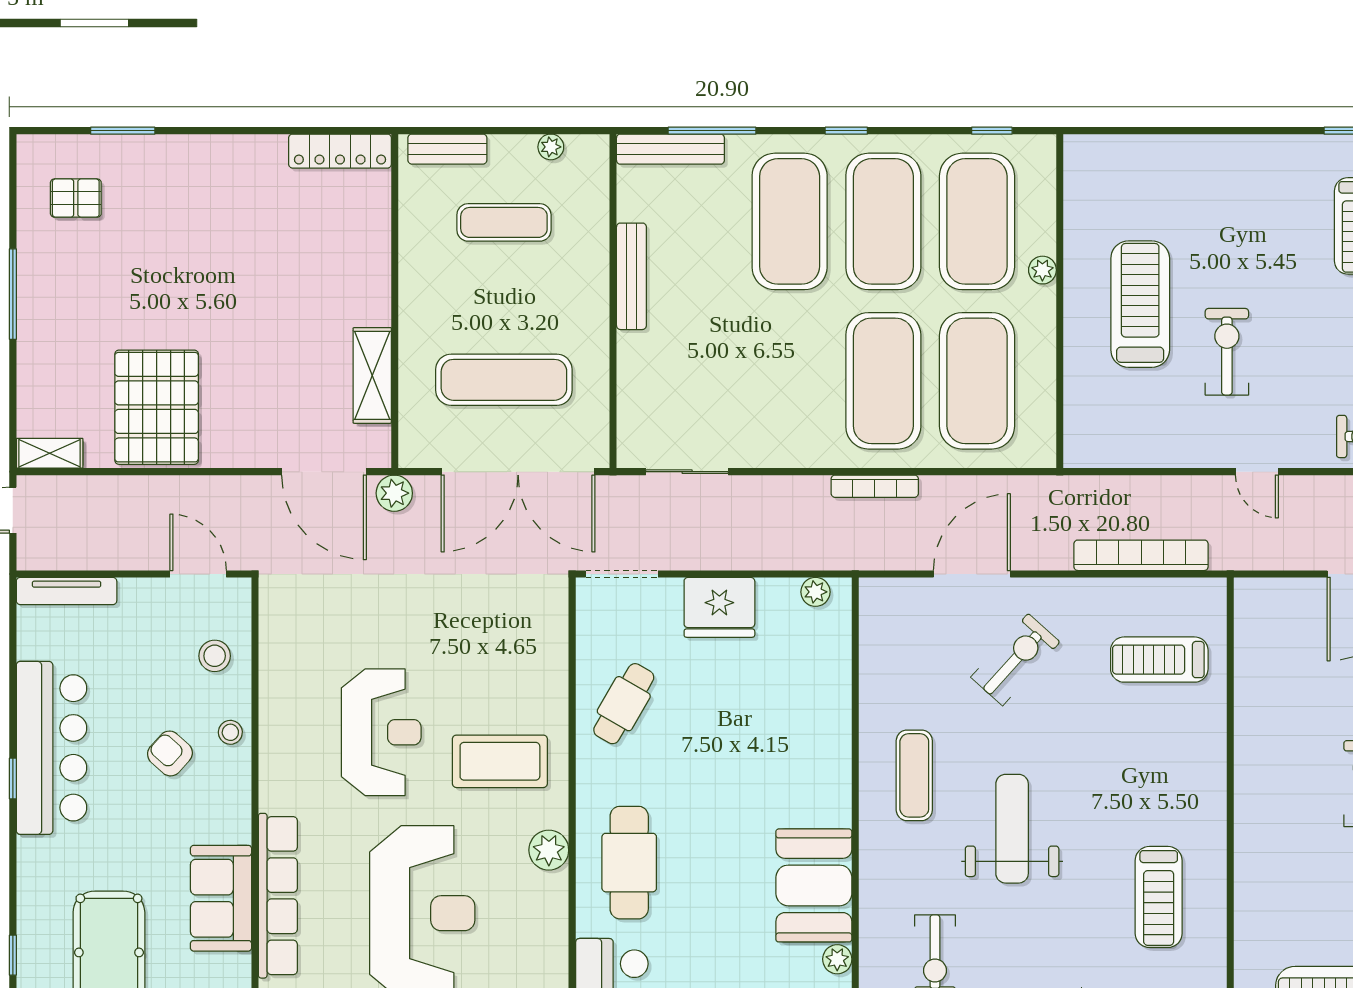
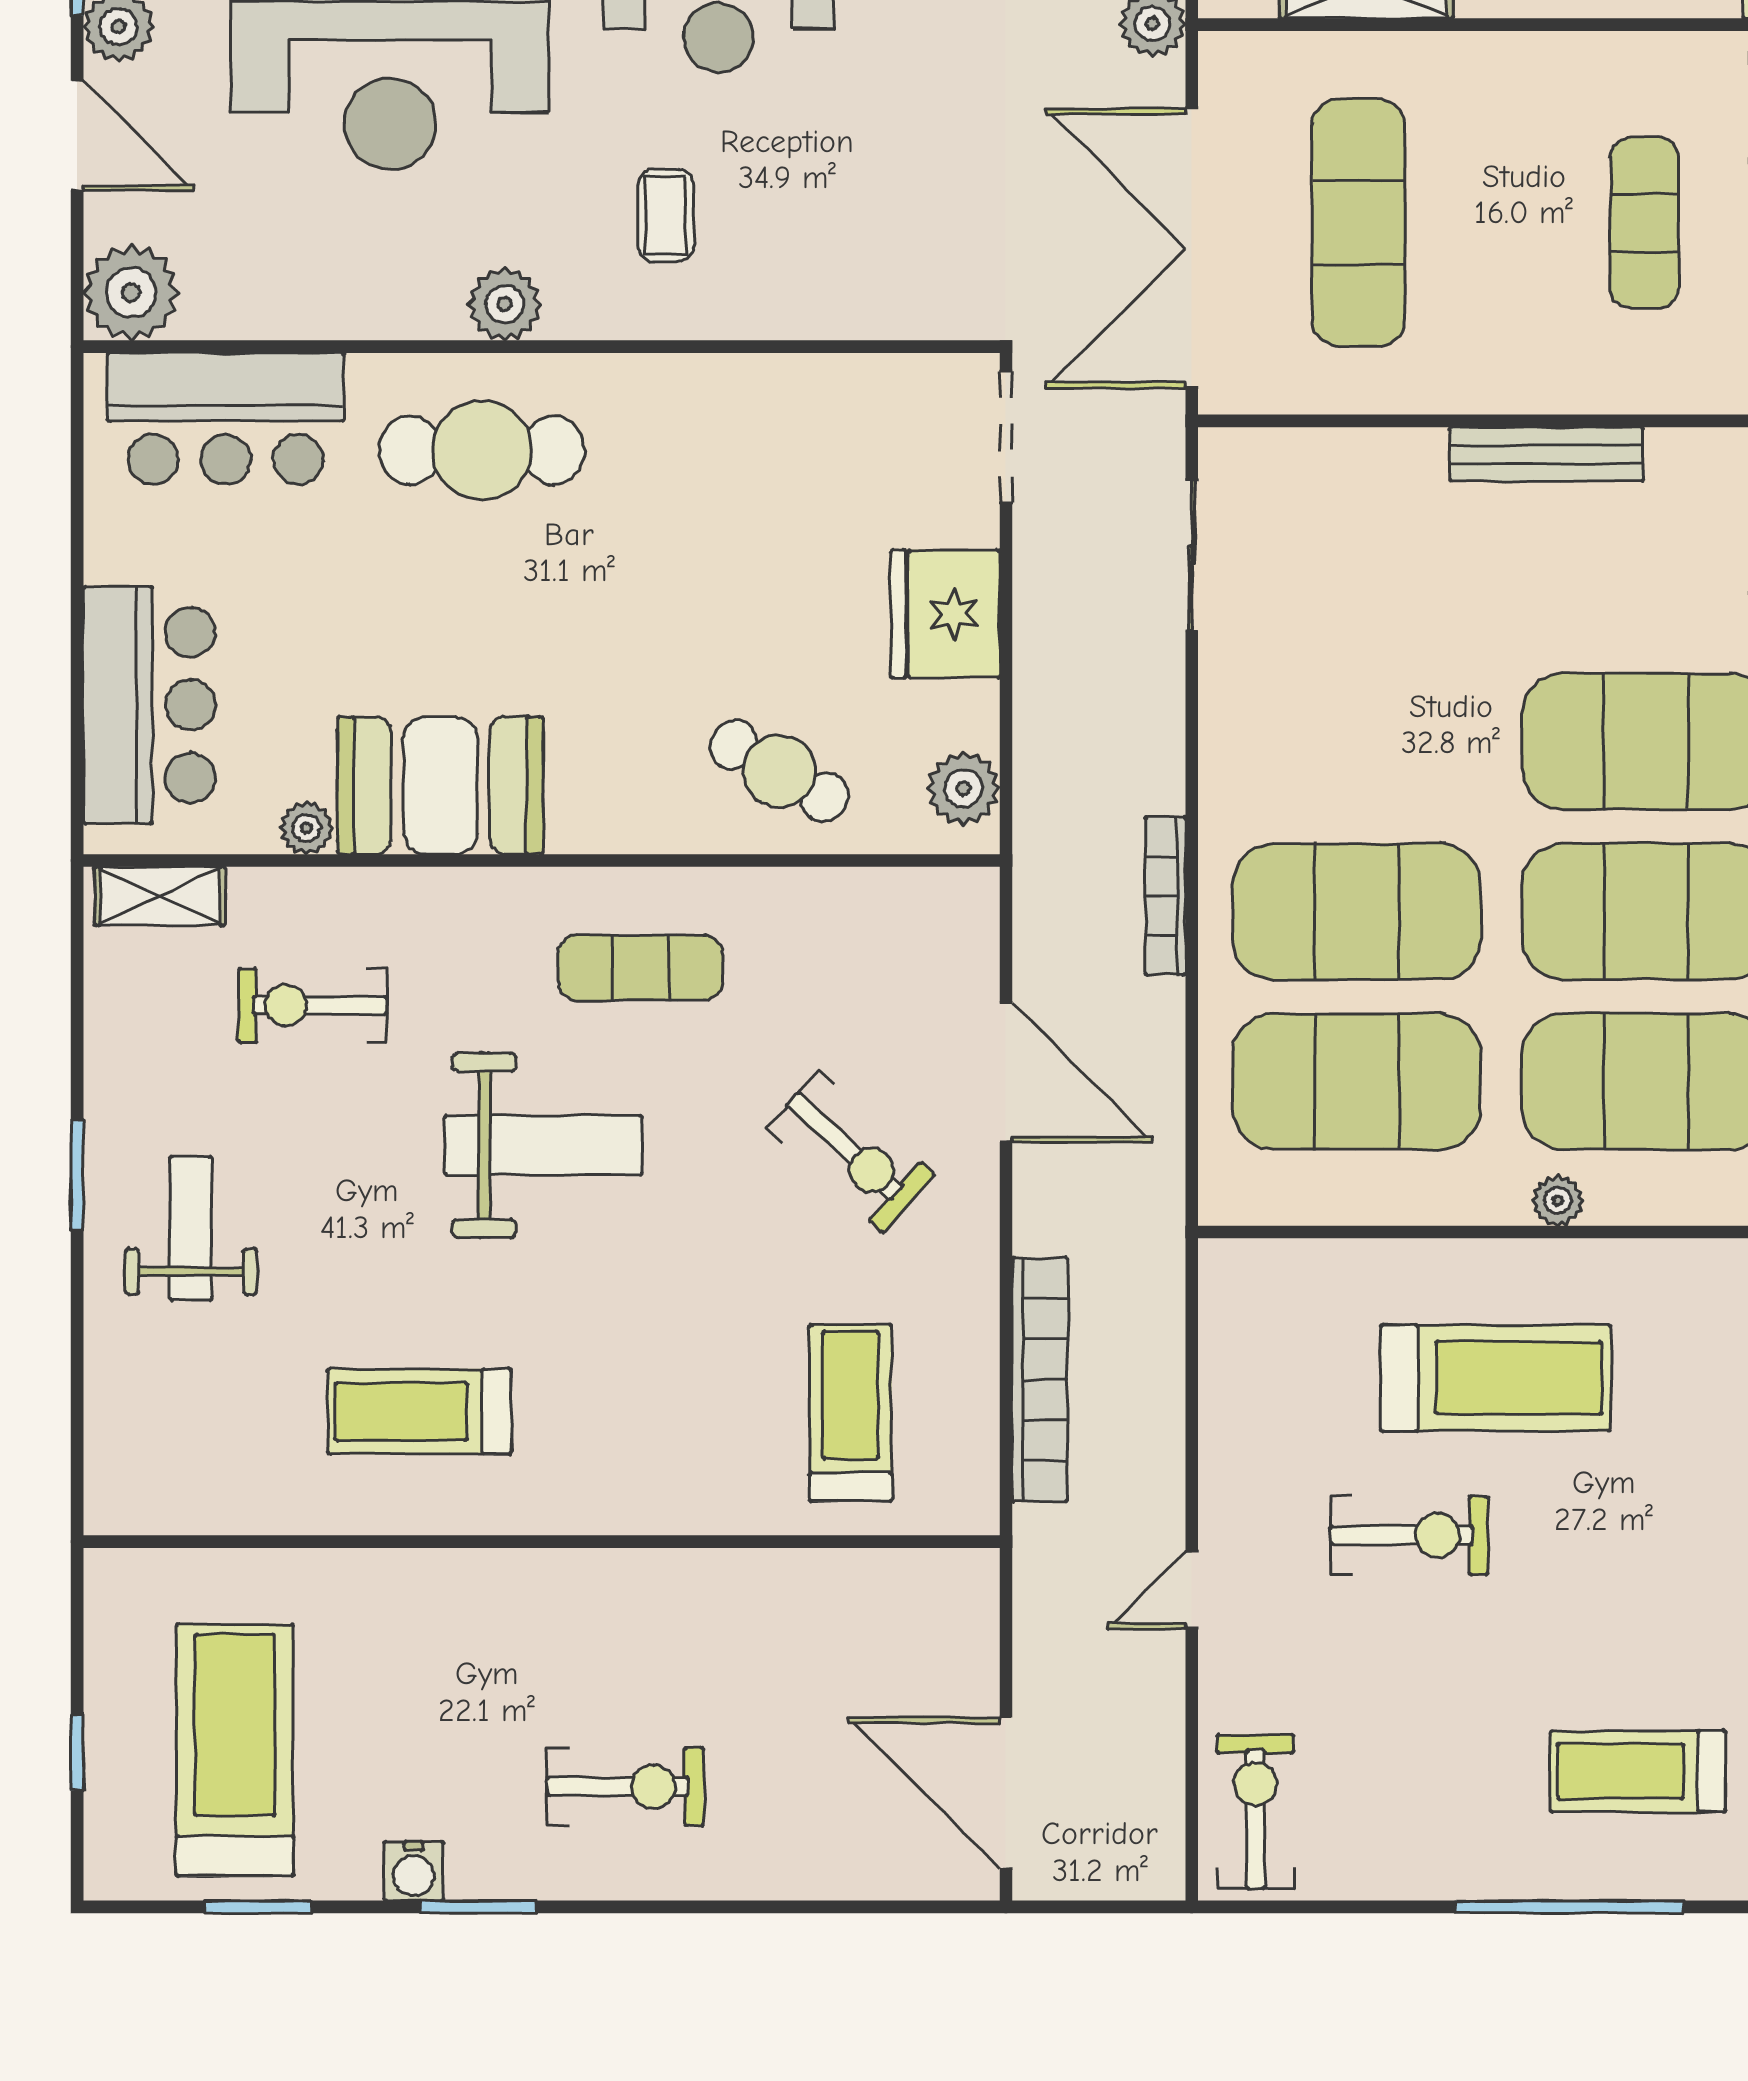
plant: (815, 592) -> (963, 788), width x1.38, depth x1.38
cafe table: (624, 704) -> (779, 771), moved
coffee table: (500, 761) -> (666, 215), width x0.54, depth x0.58

